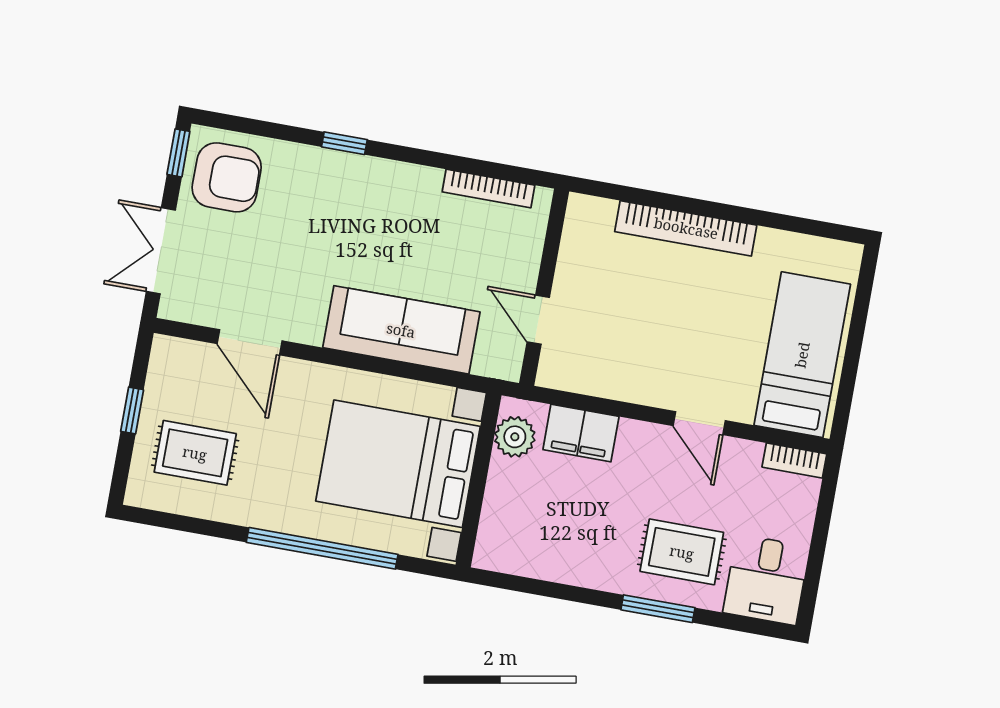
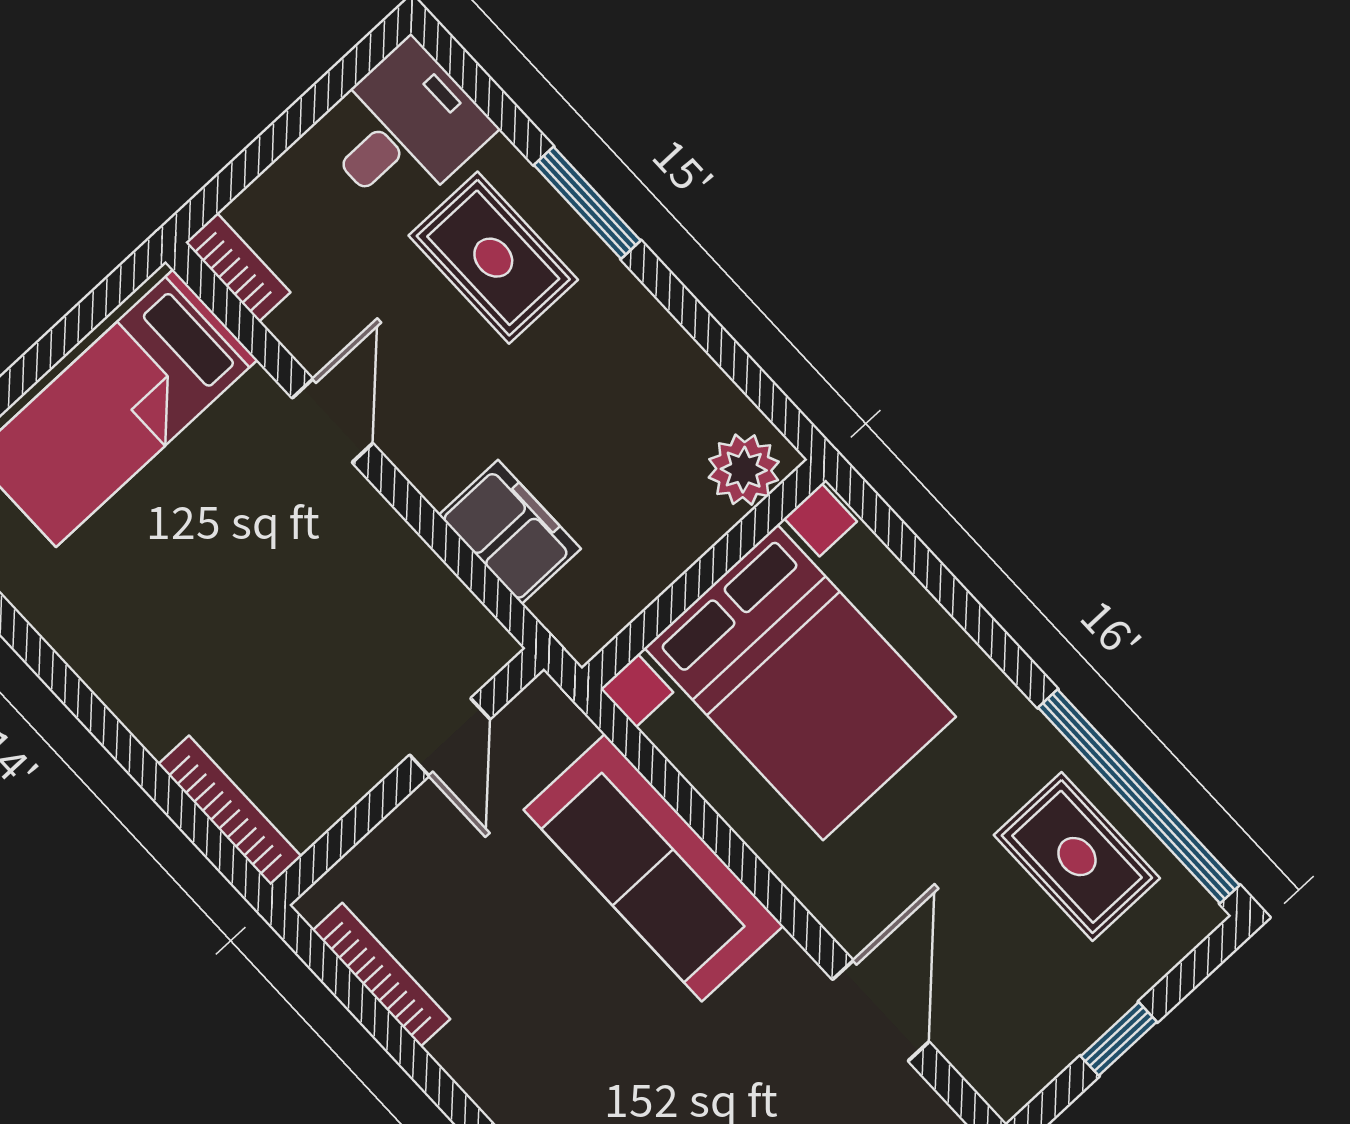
bookcase: (686, 228) -> (230, 810), moved, width x0.68, depth x0.76
plant: (515, 437) -> (744, 470), moved
rug: (195, 453) -> (1077, 857), moved
window: (322, 548) -> (1139, 796), moved

